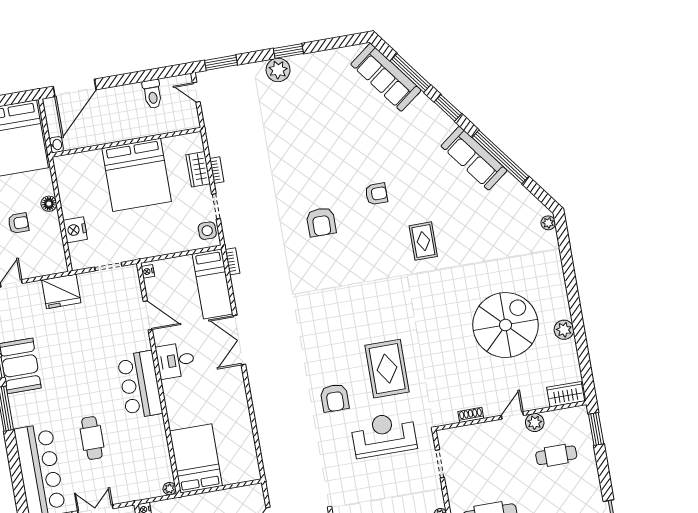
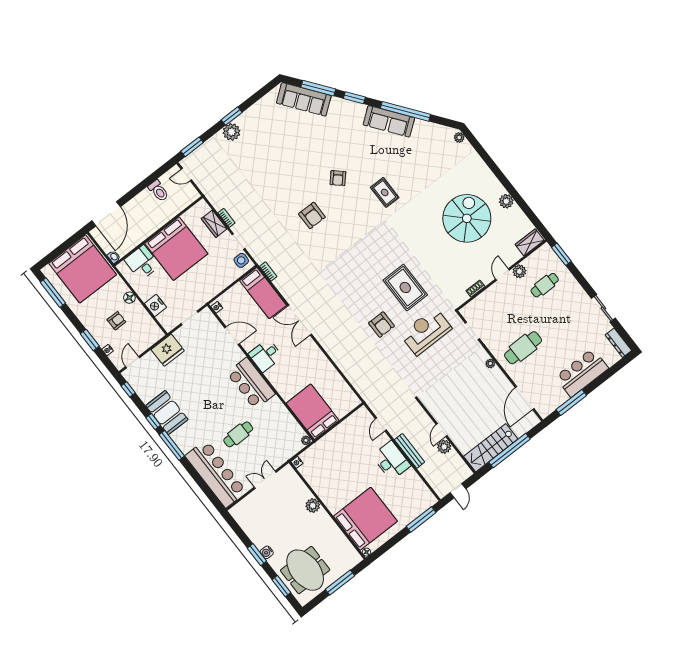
desk: (87, 170) -> (142, 263), added
armchair: (376, 194) -> (338, 178), turned 132
cafe table: (92, 438) -> (238, 434), turned 90

